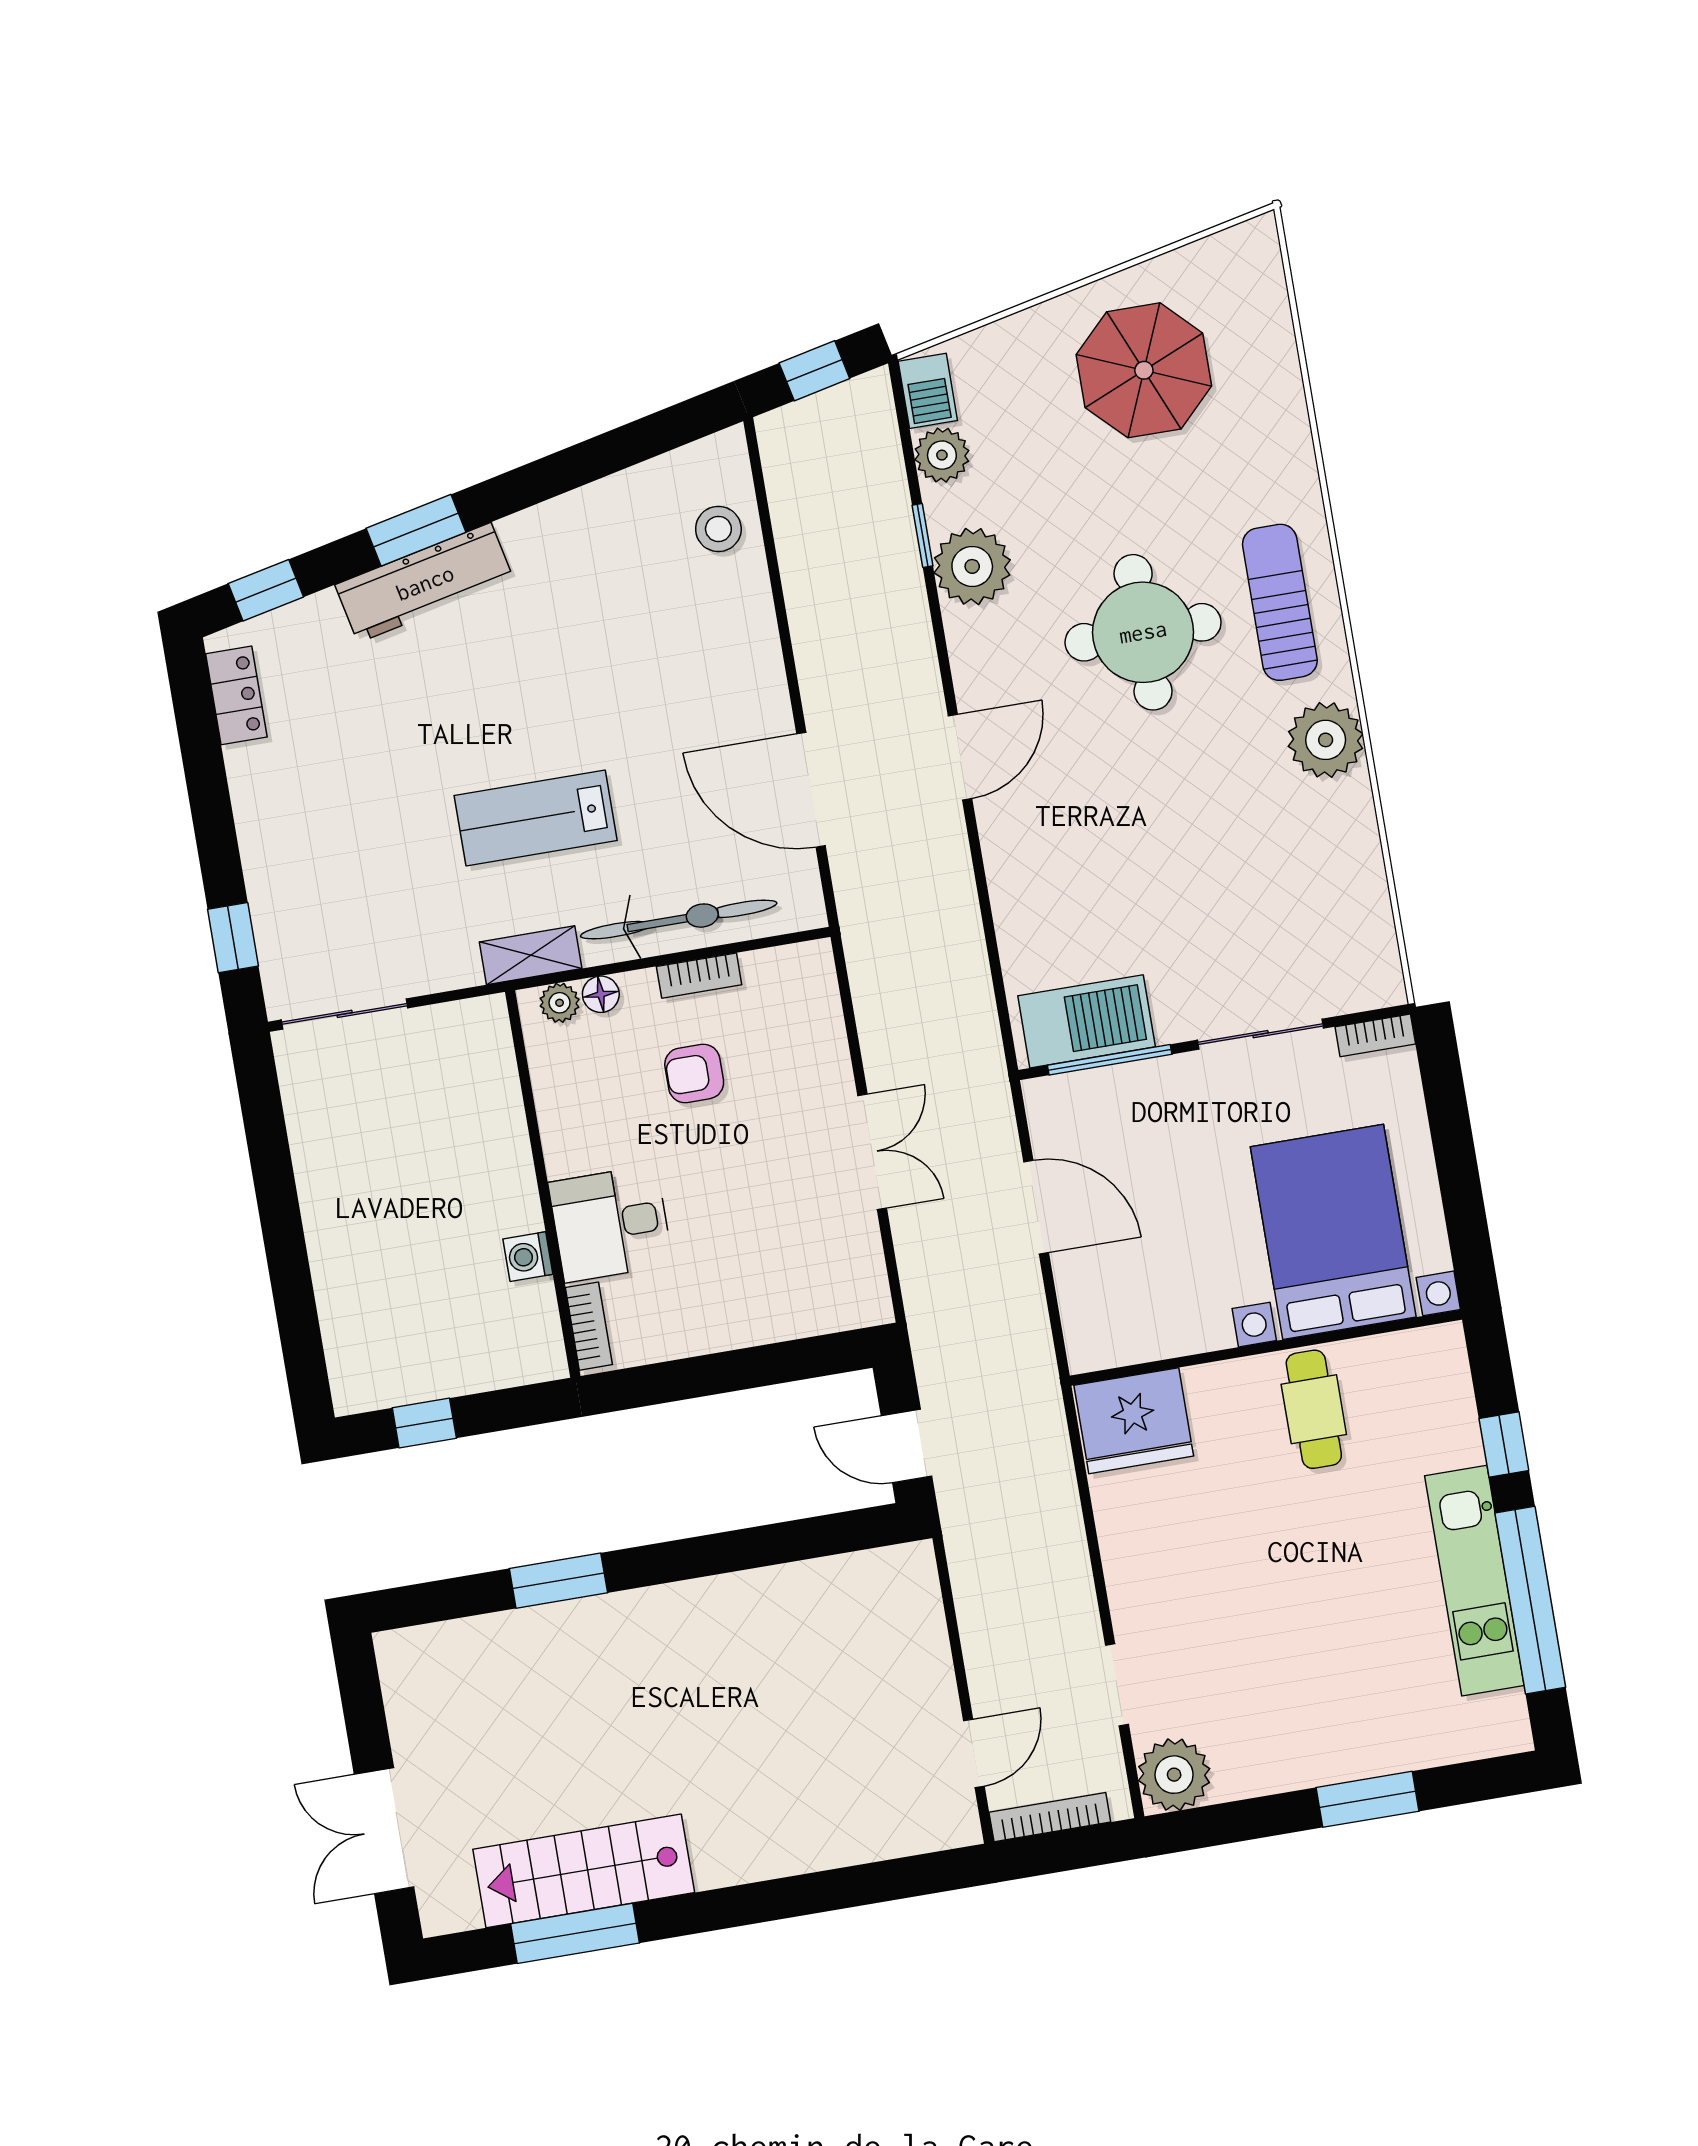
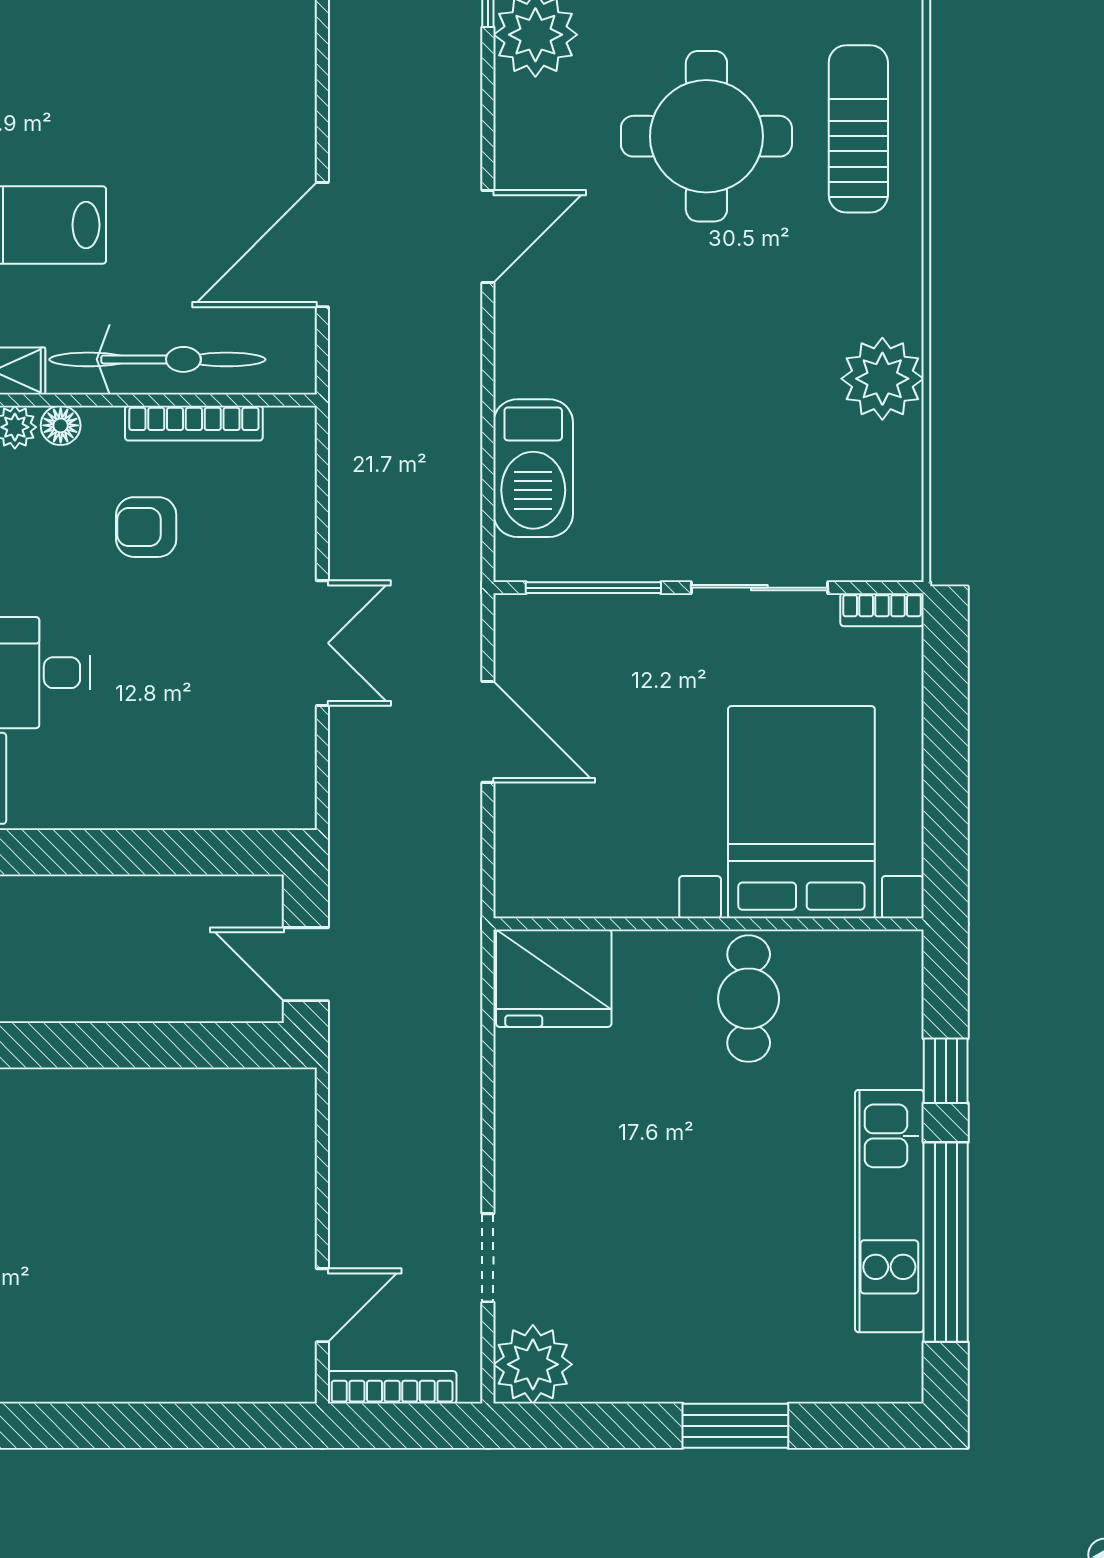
plant: (1326, 740) -> (882, 379), moved
door: (811, 790) -> (322, 245), hinge flipped
bookcase: (699, 976) -> (194, 423), width x1.56
barbecue: (1087, 1021) -> (533, 468), moved, turned 90

